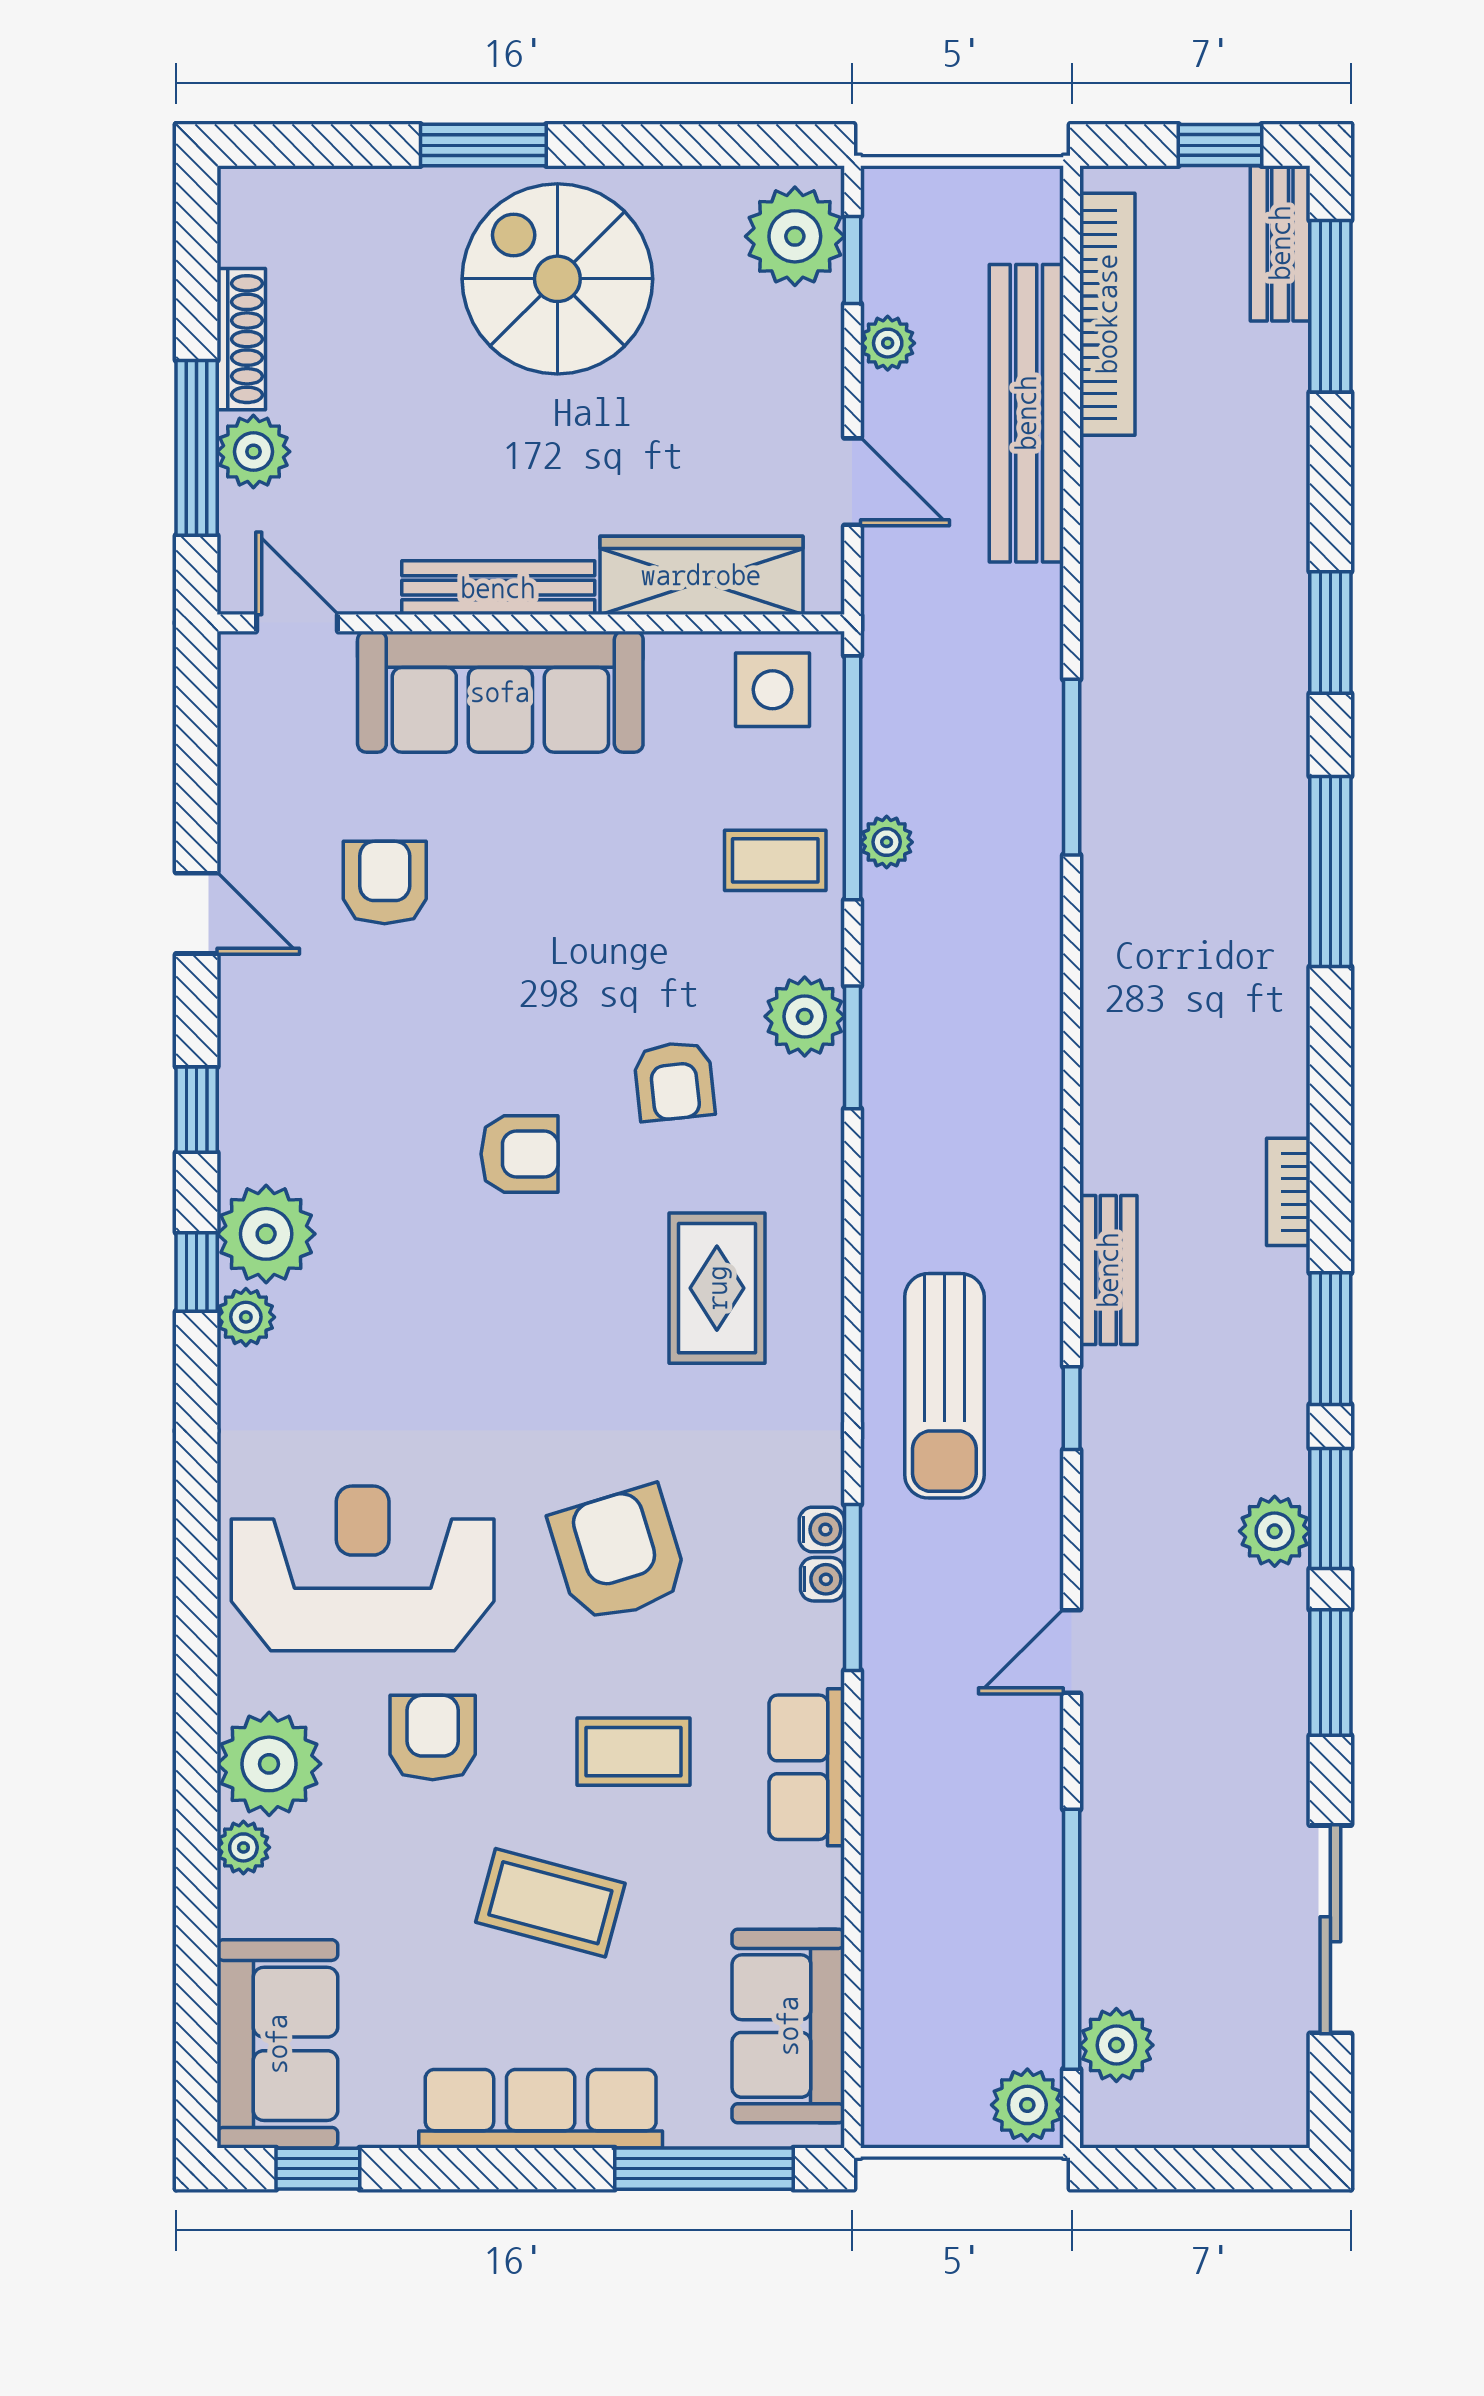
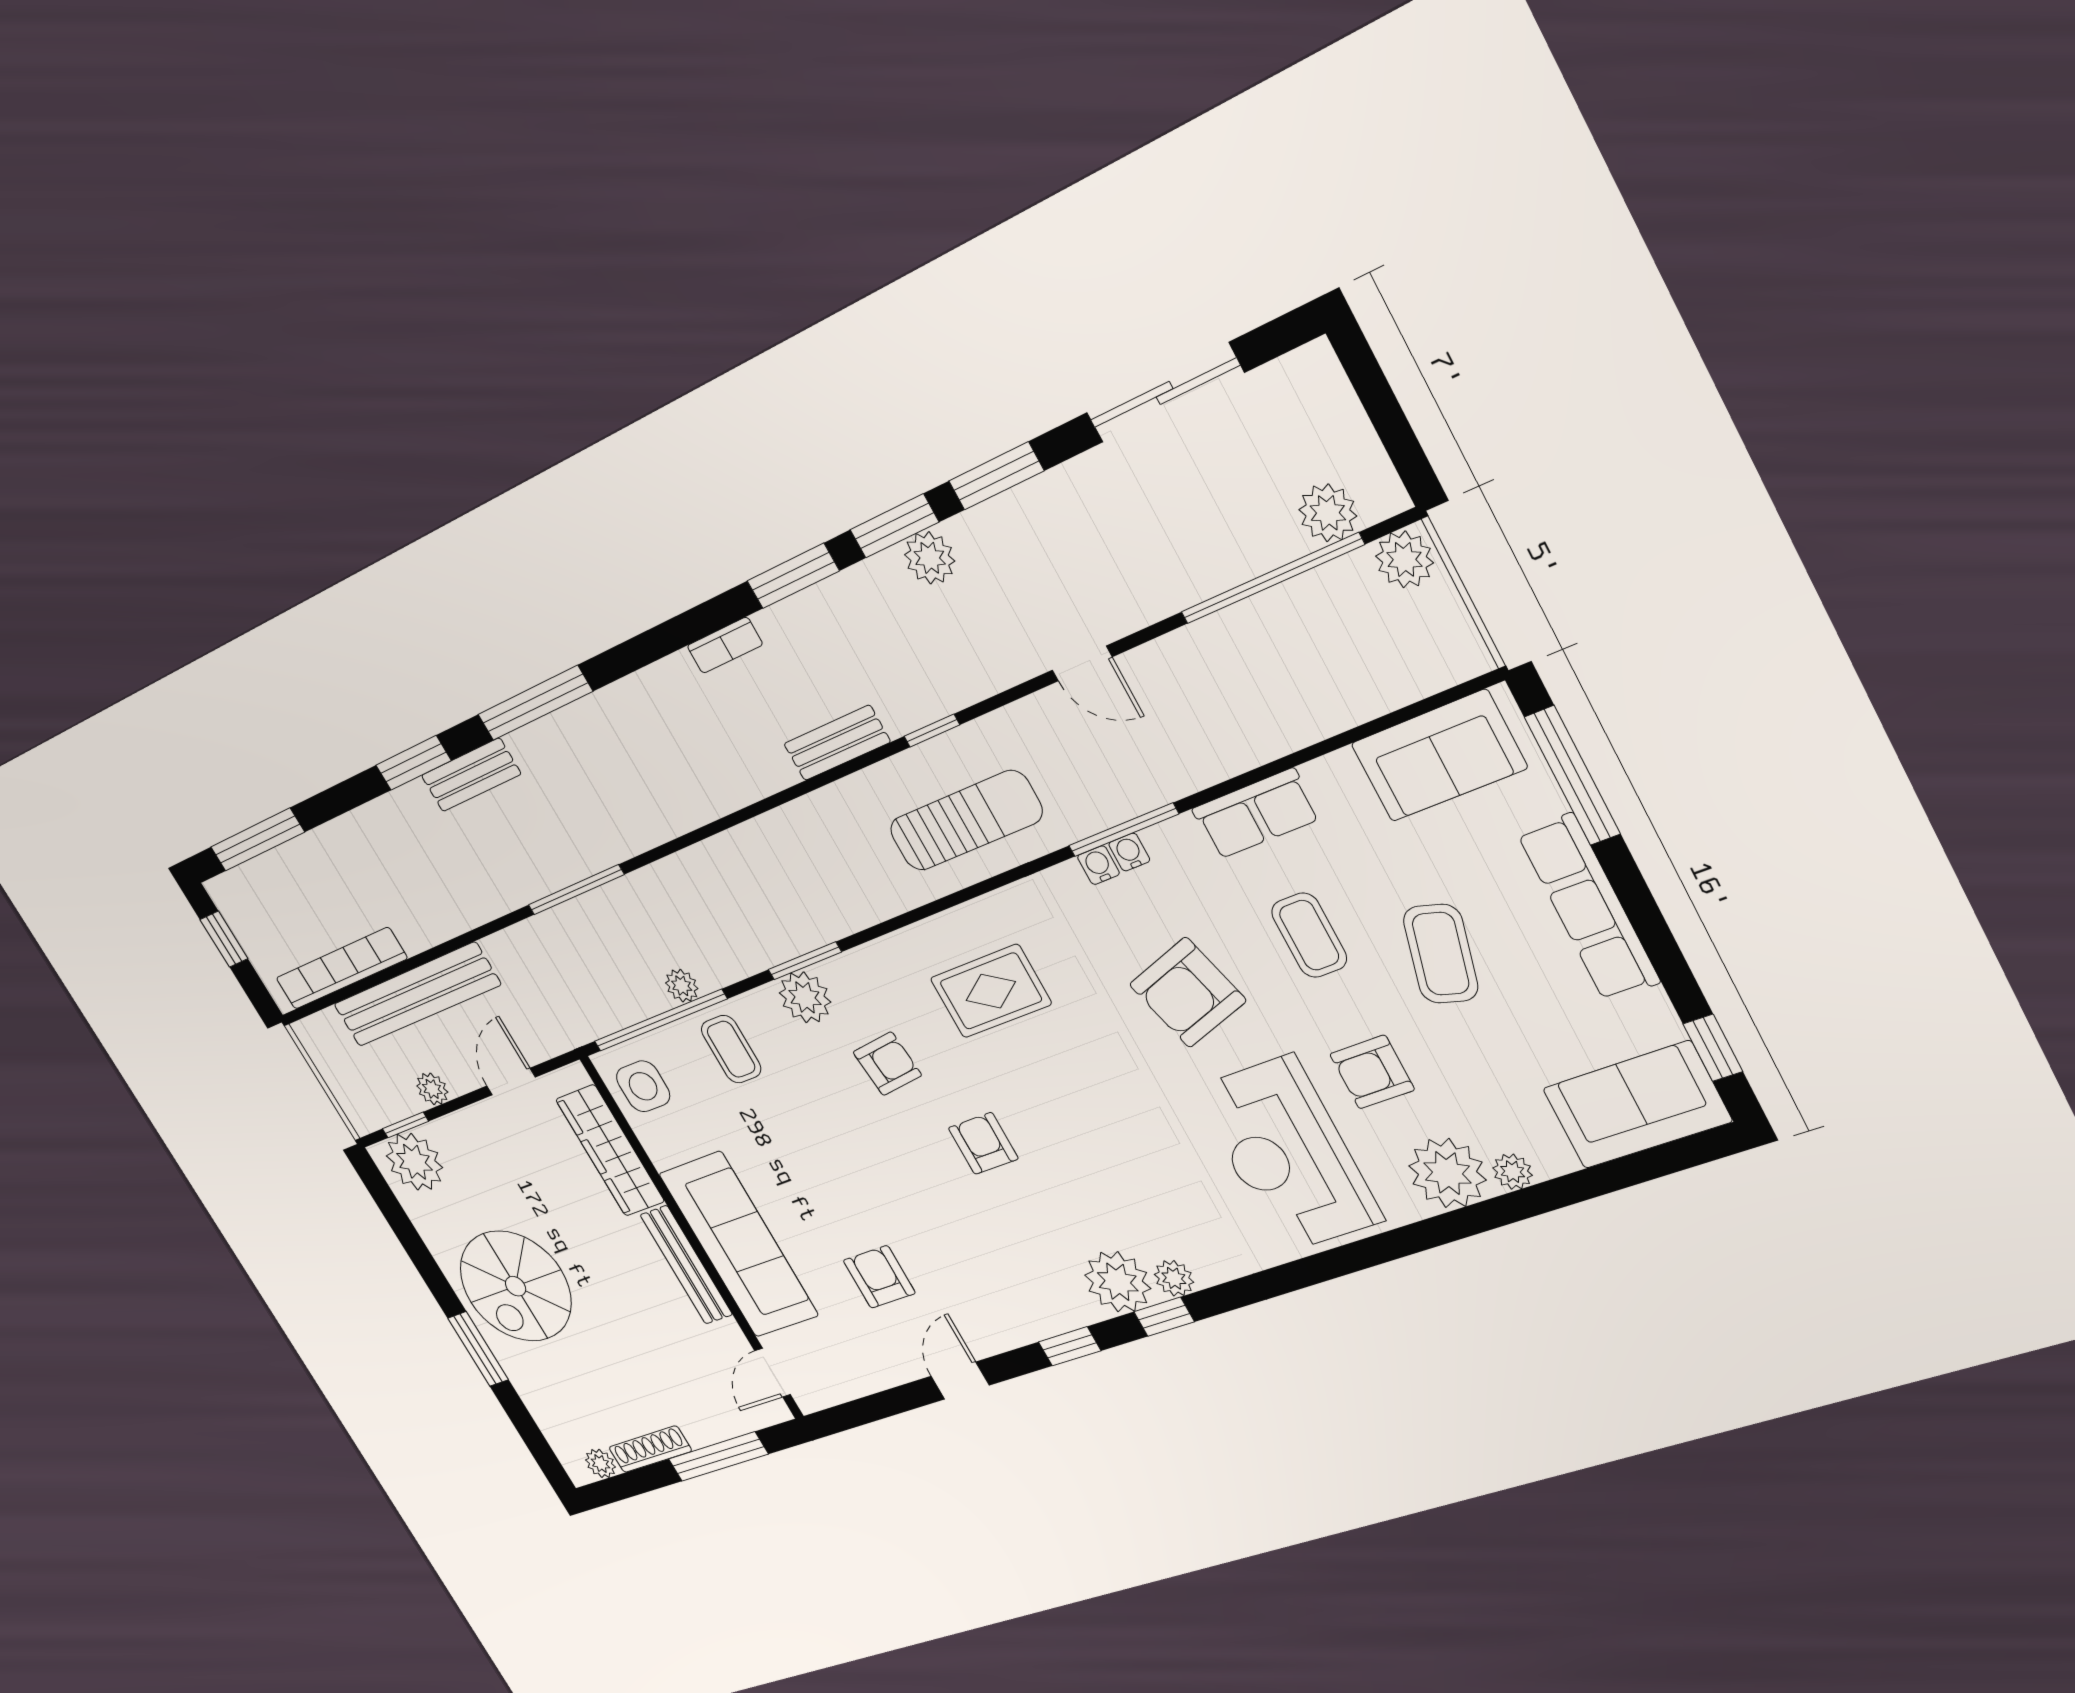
bench: (1280, 243) -> (471, 775), moved
plant: (253, 452) -> (600, 1464), moved, width x0.73, depth x0.73
armchair: (385, 883) -> (879, 1277), turned 90

